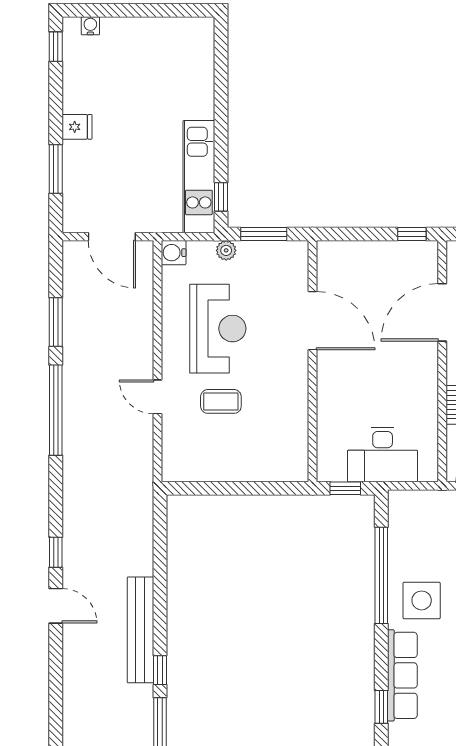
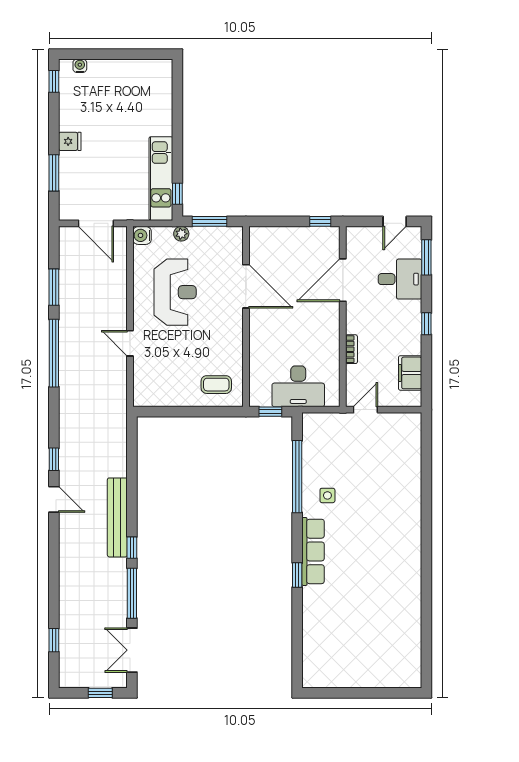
coffee table: (221, 401) -> (216, 385), moved
side table: (422, 600) -> (327, 495), width x0.54, depth x0.54

